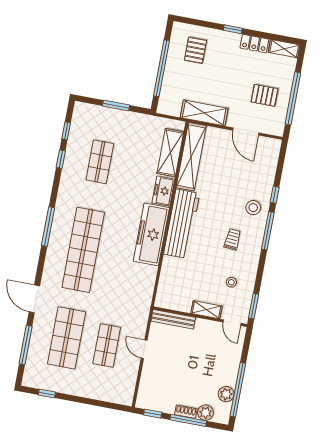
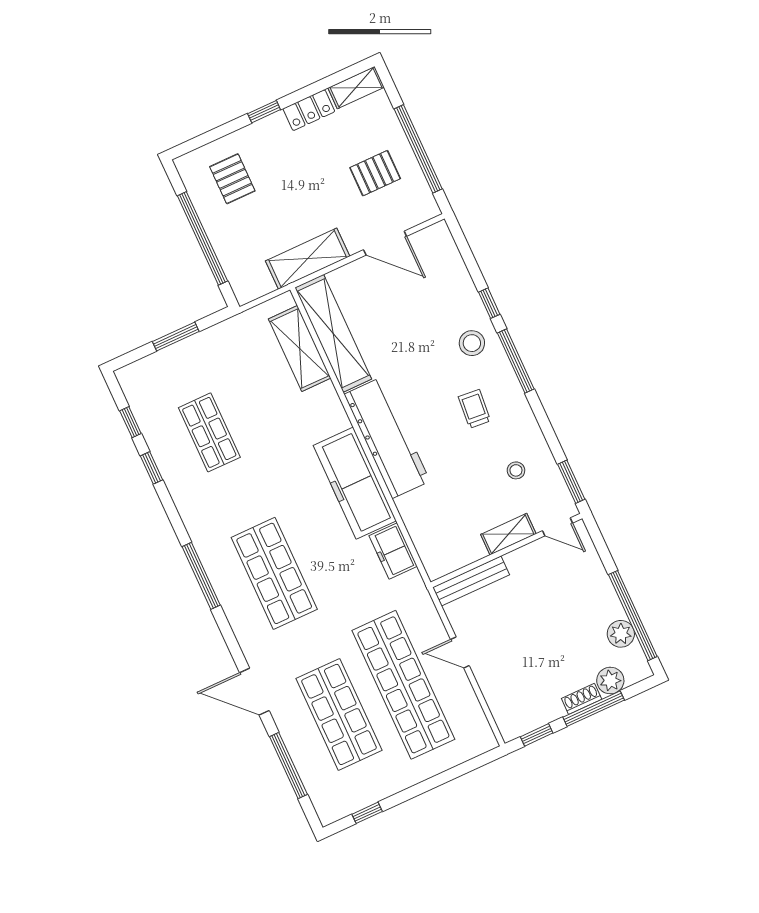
freezer: (163, 191) -> (393, 551), moved
shop shelf: (83, 250) -> (274, 573), width x0.71
shop shelf: (107, 345) -> (403, 685), width x2.00, depth x1.36

